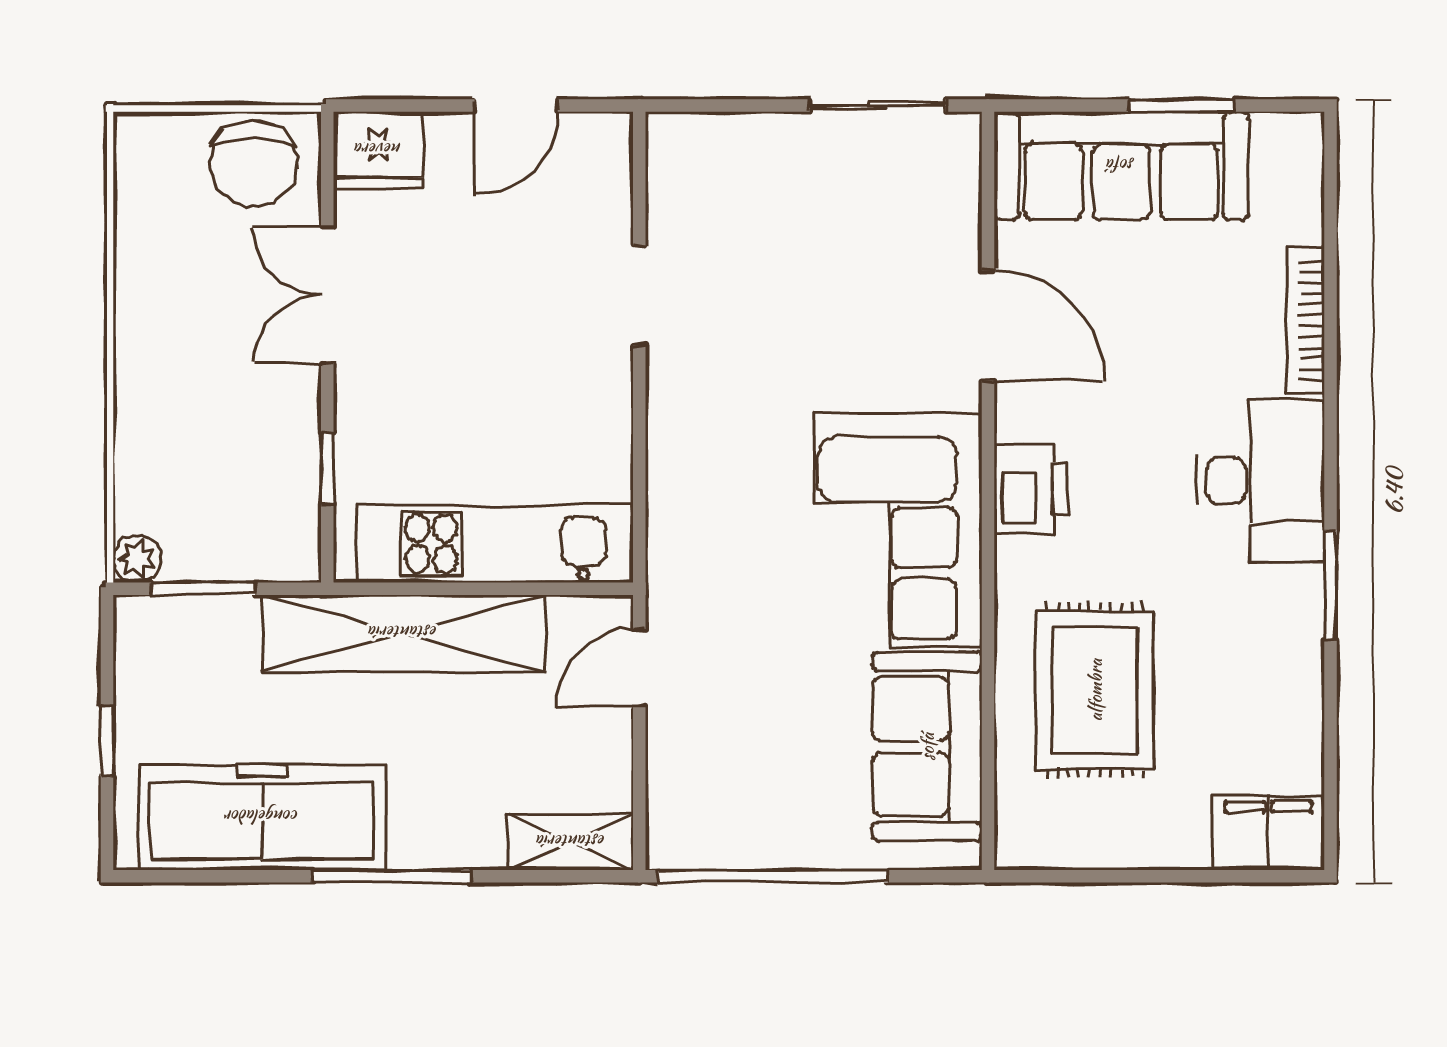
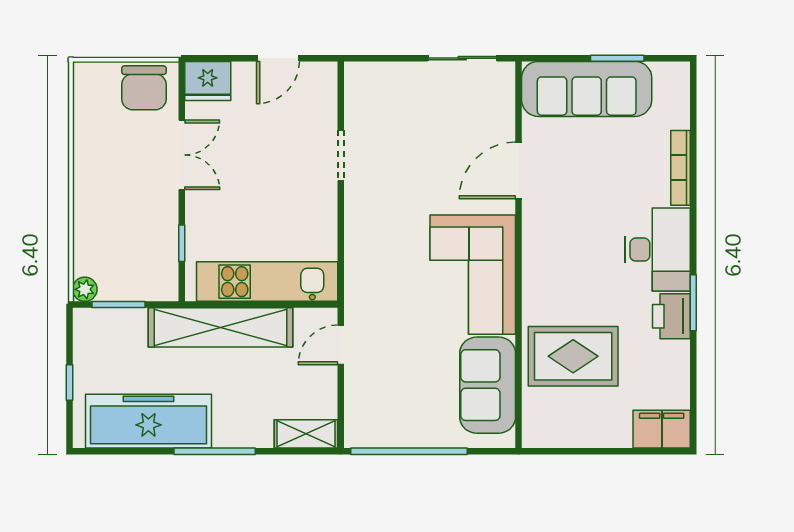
double door: (327, 295) -> (182, 155), swing flipped
door: (988, 326) -> (519, 170), swing flipped
printer: (1031, 489) -> (671, 316), moved, turned 180
rug: (1095, 690) -> (573, 356), turned 90

